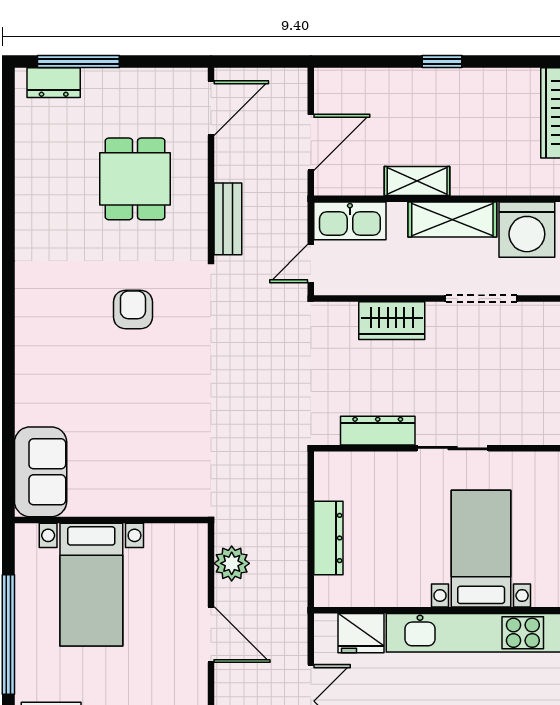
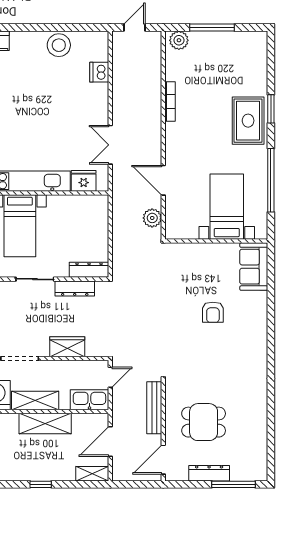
shelving: (345, 82) -> (92, 474), added
dresser: (54, 83) -> (209, 473), moved, width x1.44
dining table: (135, 179) -> (204, 422), turned 90
shelving: (417, 181) -> (45, 424), width x1.50, depth x1.33
bench: (228, 219) -> (154, 408), width x1.36
armchair: (133, 310) -> (213, 312), moved
dresser: (328, 538) -> (89, 270), moved, turned 90

